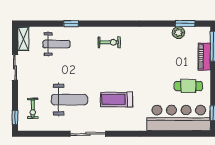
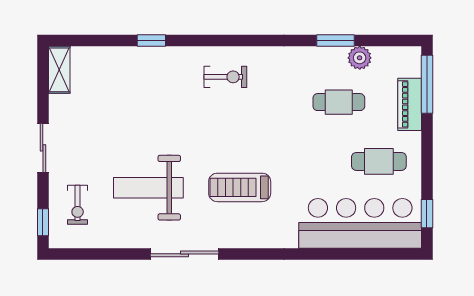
window: (185, 24) -> (336, 41), moved
weight bench: (56, 44) -> (123, 80), removed
cafe table: (168, 55) -> (339, 102), added
sliding door: (15, 67) -> (43, 148), moved
weight bench: (69, 100) -> (148, 188), turned 180

